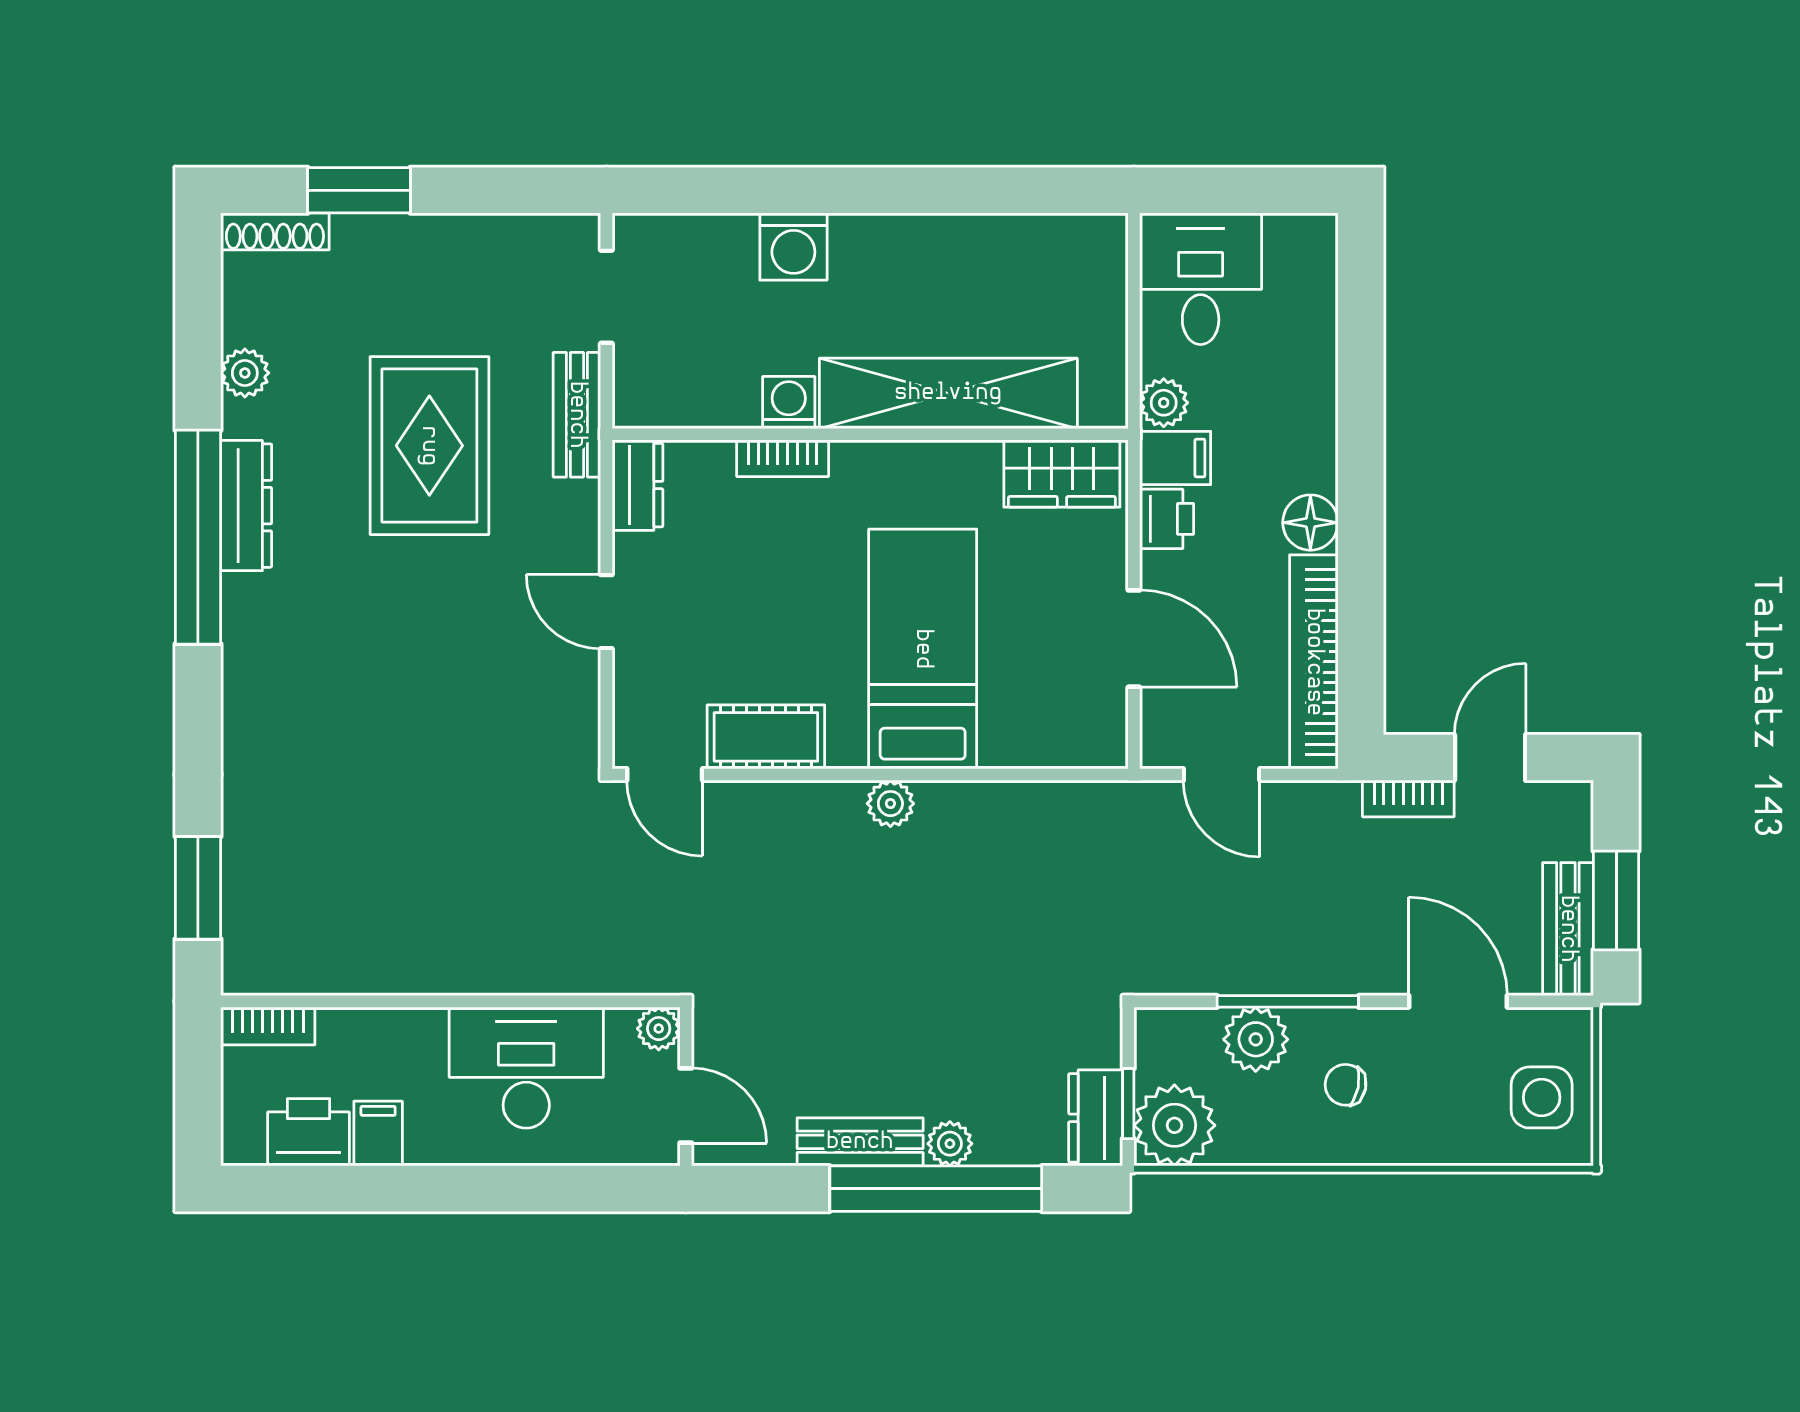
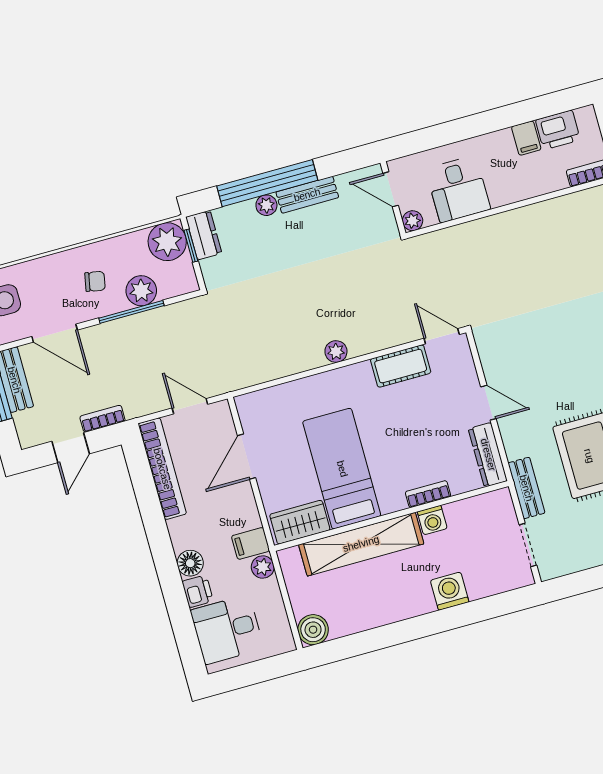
boiler: (1096, 245) -> (313, 630), added
desk: (1201, 279) -> (227, 629), moved, turned 90
dresser: (638, 485) -> (488, 455), width x1.44
printer: (1167, 519) -> (198, 591), moved, turned 180
floor lamp: (1310, 523) -> (190, 563), moved
door: (1134, 639) -> (247, 457), hinge flipped
bed: (923, 649) -> (342, 469), moved, turned 180
desk: (526, 1068) -> (458, 189), width x0.73

